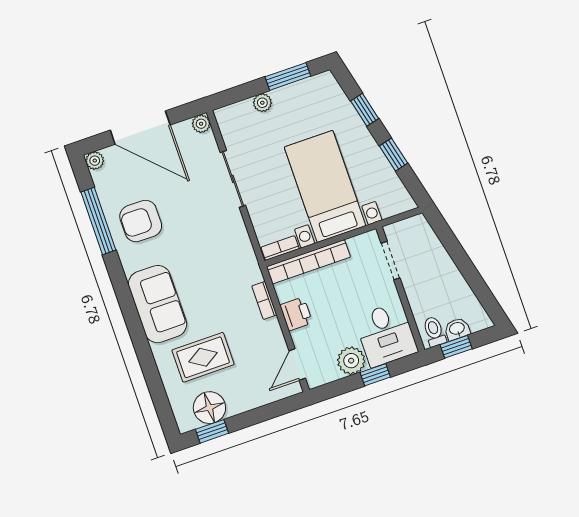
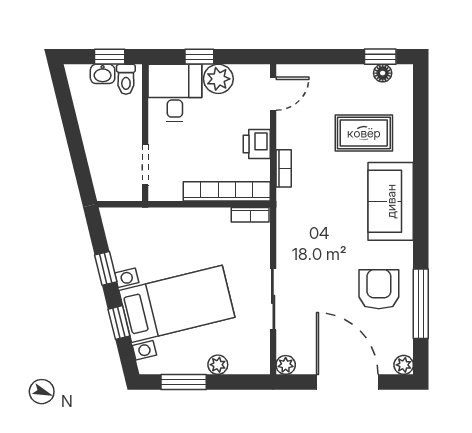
bed with nightstands: (325, 186) -> (177, 304), moved, turned -104
armchair: (141, 221) -> (379, 289), turned -90
floor lamp: (209, 408) -> (383, 73), width x0.53, depth x0.53

